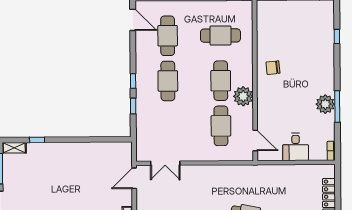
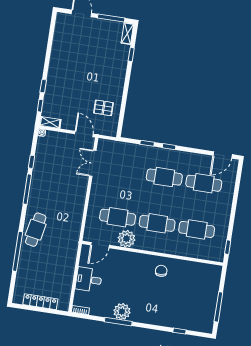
cafe table: (220, 36) -> (197, 229), turned 90
plant: (243, 96) -> (127, 239), moved
pallet: (101, 161) -> (103, 108), added

